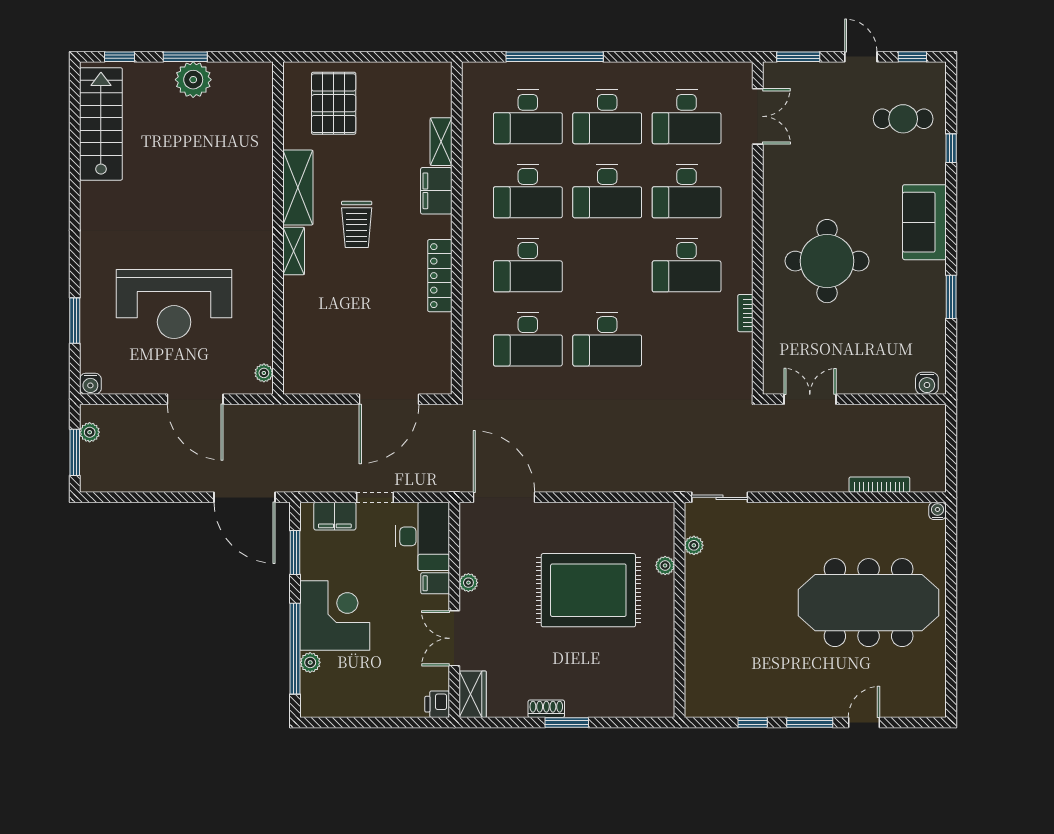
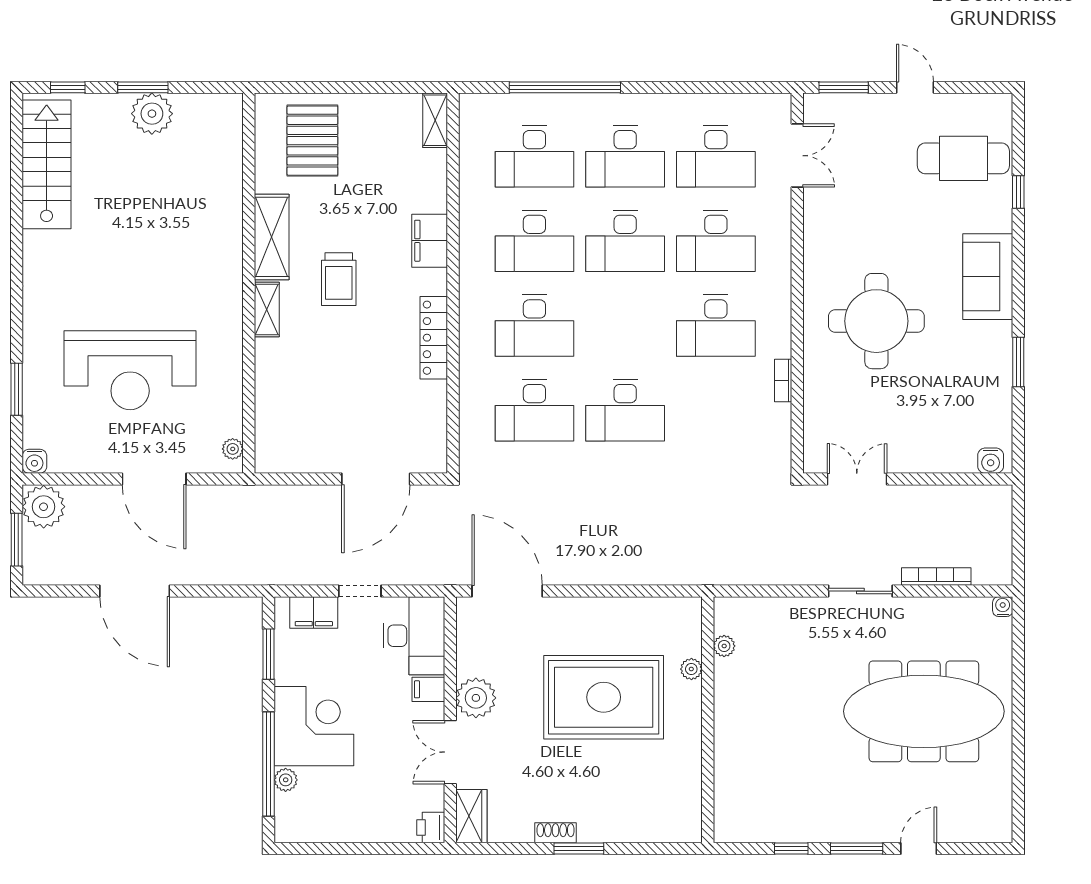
window: (912, 57) -> (974, 87), removed
cafe table: (903, 119) -> (963, 158), width x1.37, depth x1.35
shelving: (441, 142) -> (435, 120), moved
plant: (90, 432) -> (44, 507), width x1.88, depth x1.88
door: (245, 497) -> (135, 591), moved
sliding door: (720, 497) -> (860, 591), moved
plant: (468, 583) -> (476, 698), width x1.88, depth x1.88

